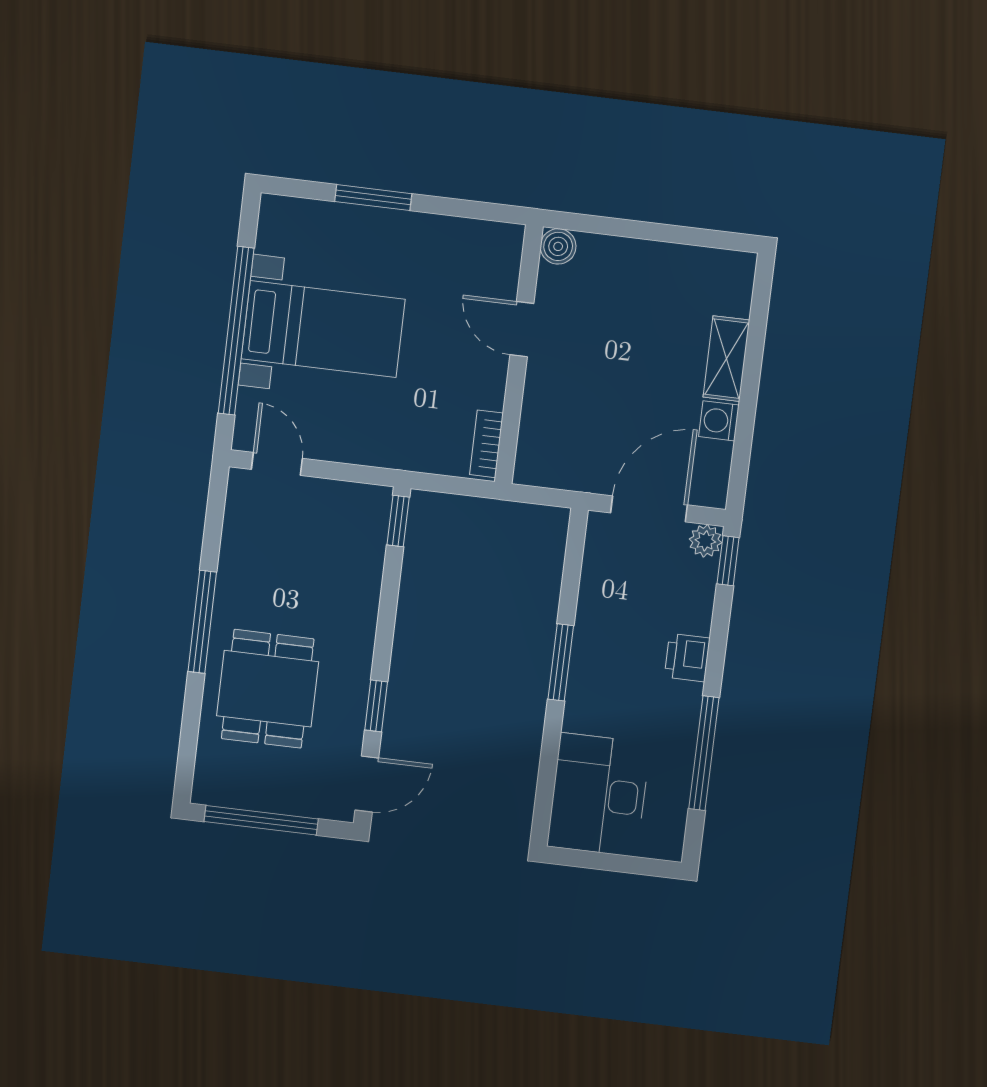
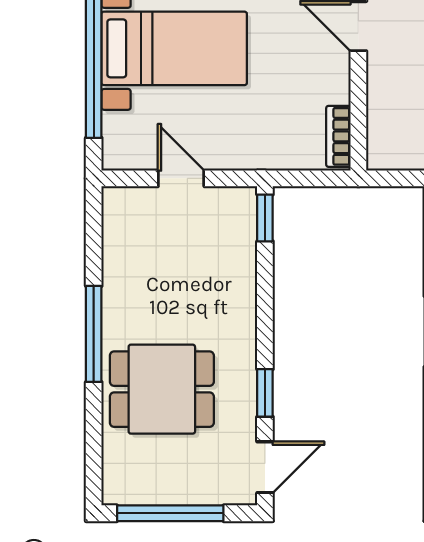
door: (277, 464) -> (181, 178), moved
dining table: (268, 689) -> (162, 389), turned 90

